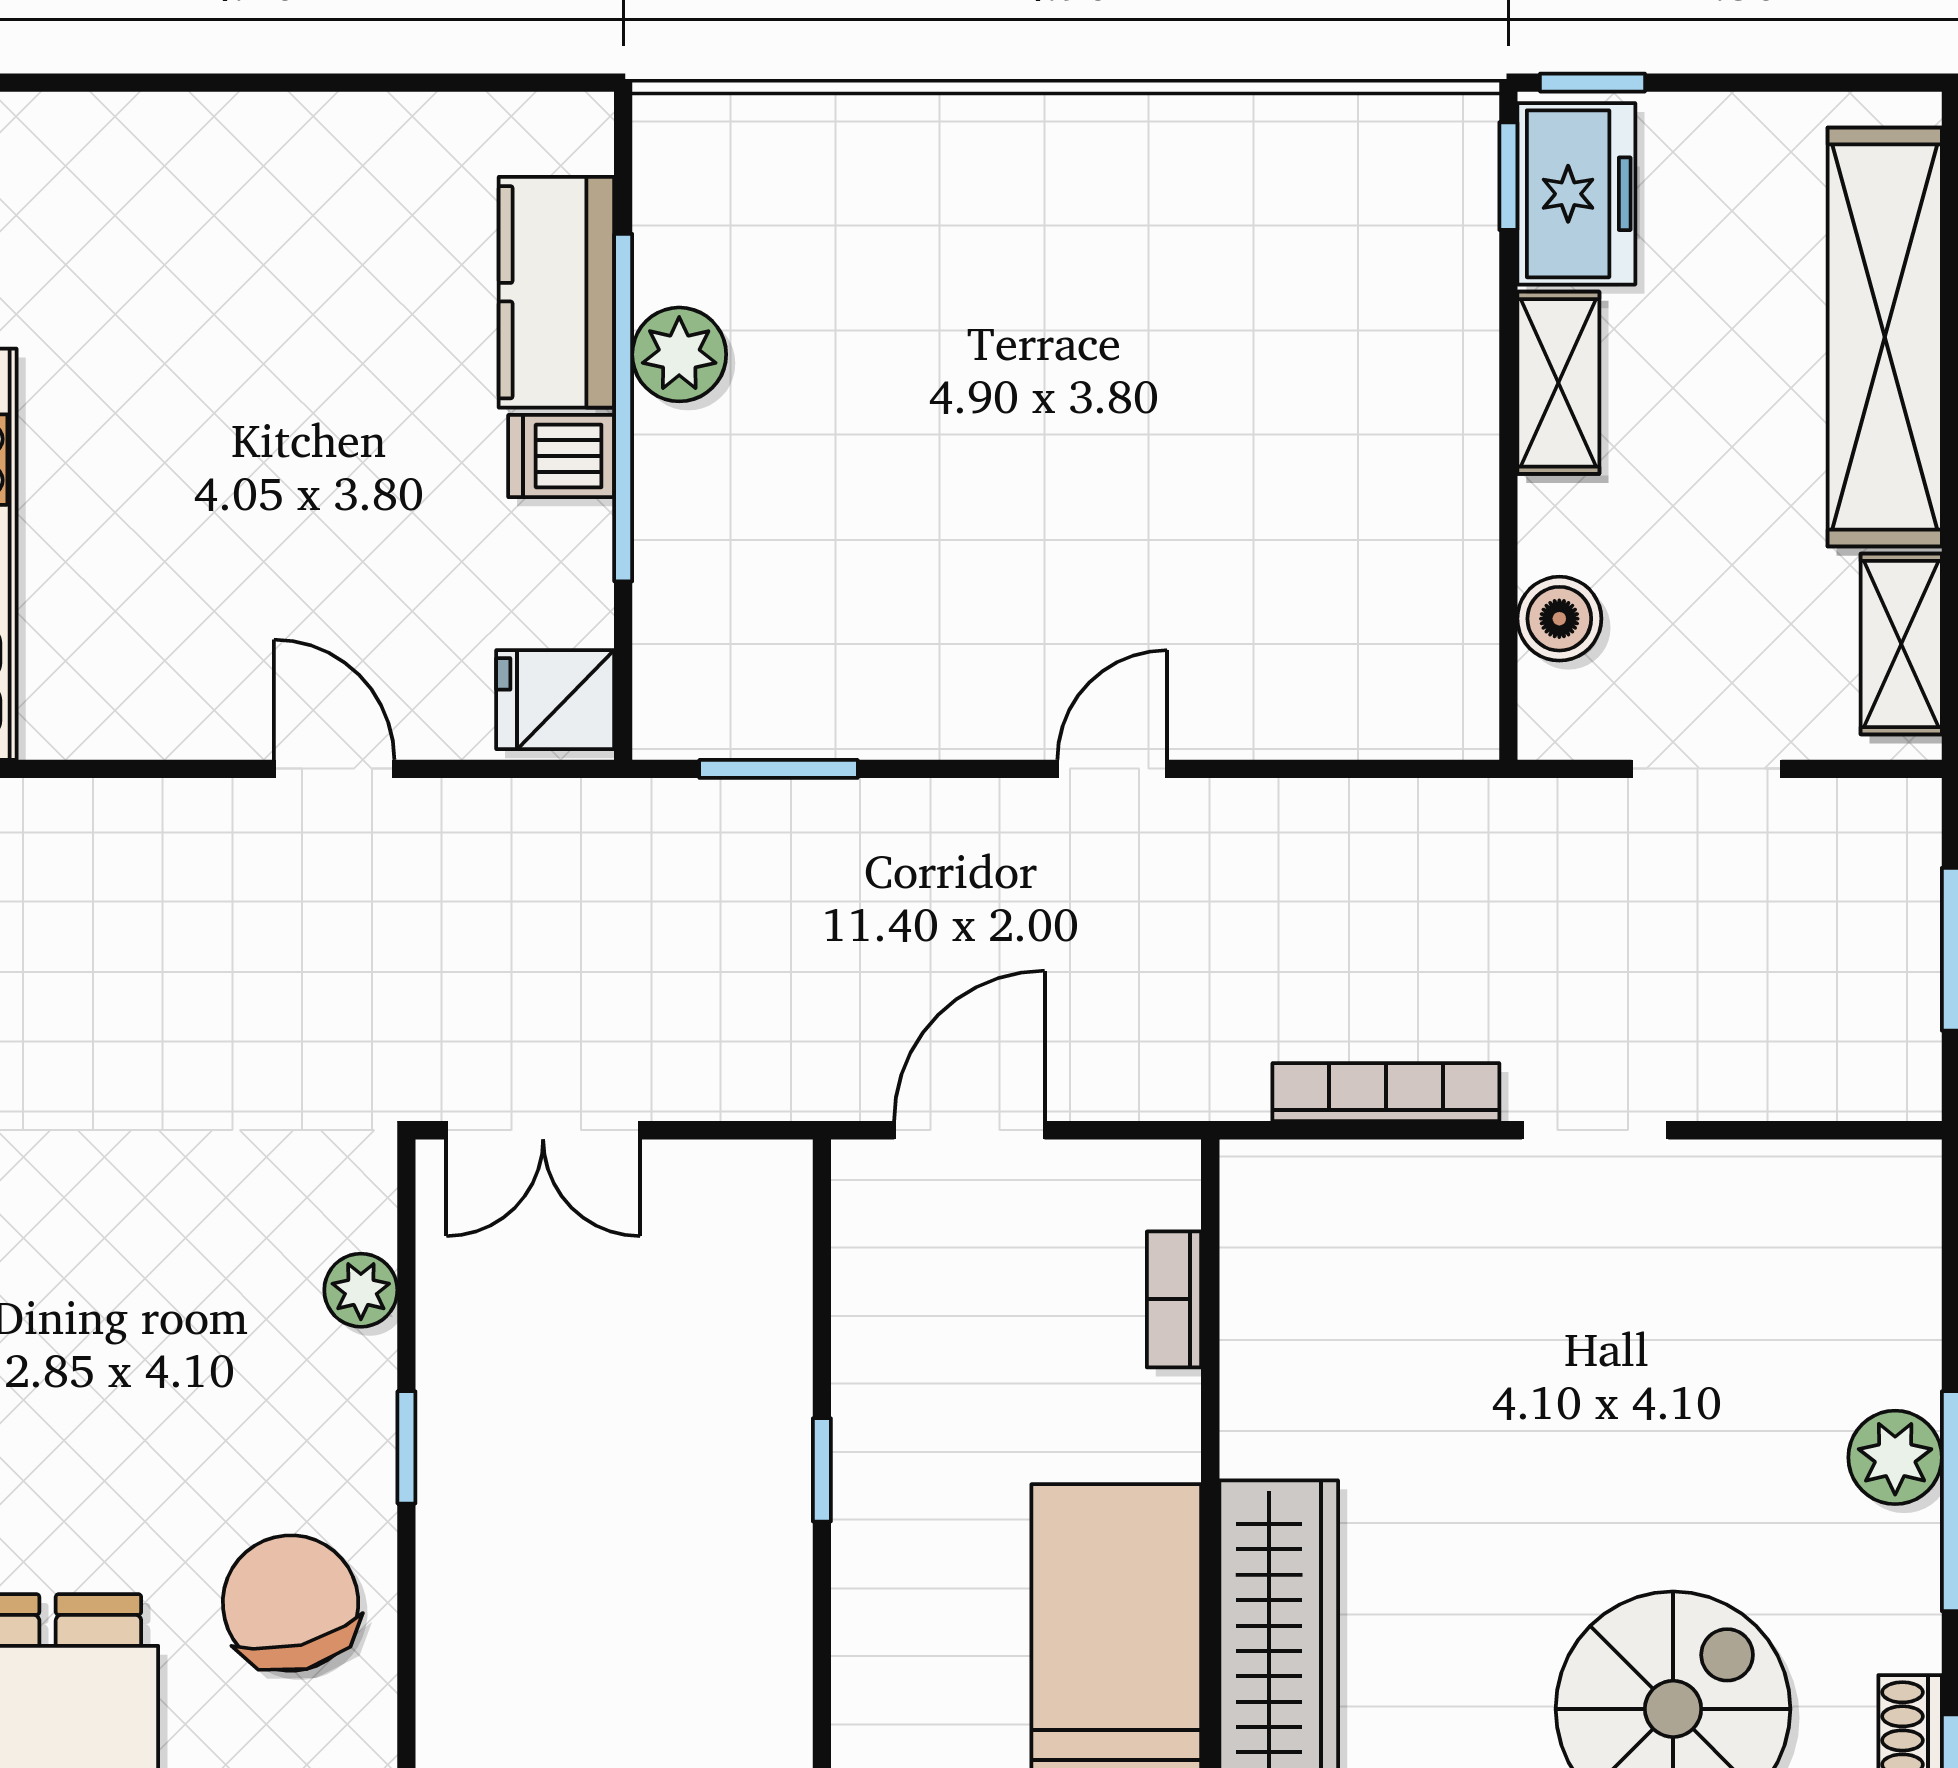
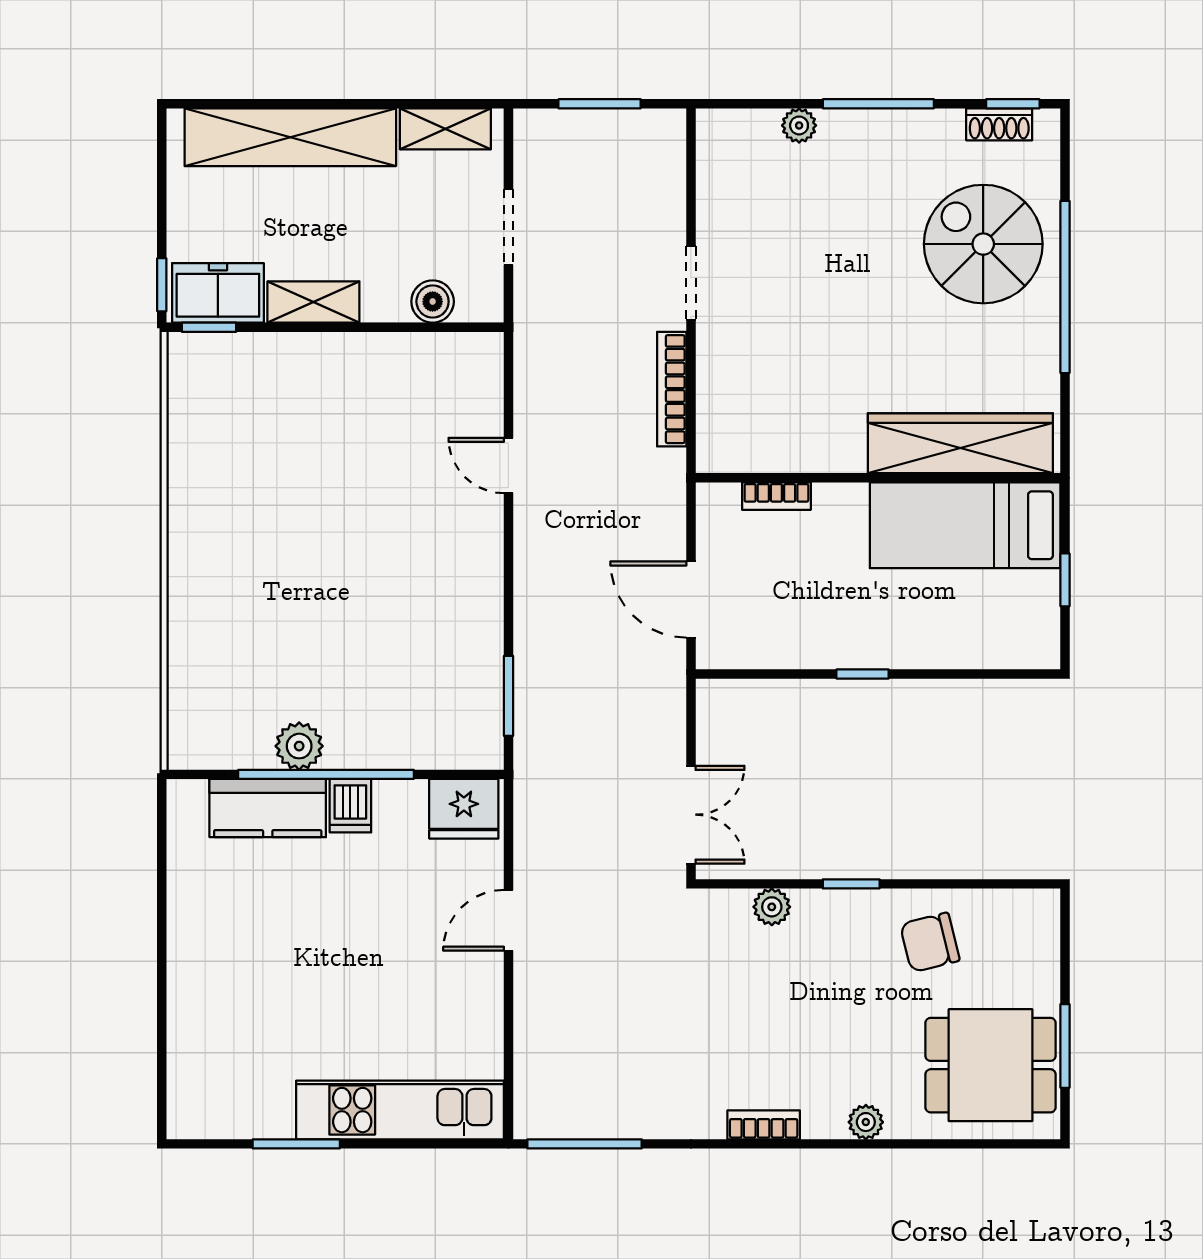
fridge: (555, 700) -> (464, 809), width x1.38
door: (1112, 769) -> (508, 465), moved
plant: (1895, 1457) -> (799, 125), moved, width x0.73, depth x0.73
chair: (291, 1603) -> (930, 942), width x0.73, depth x0.73

